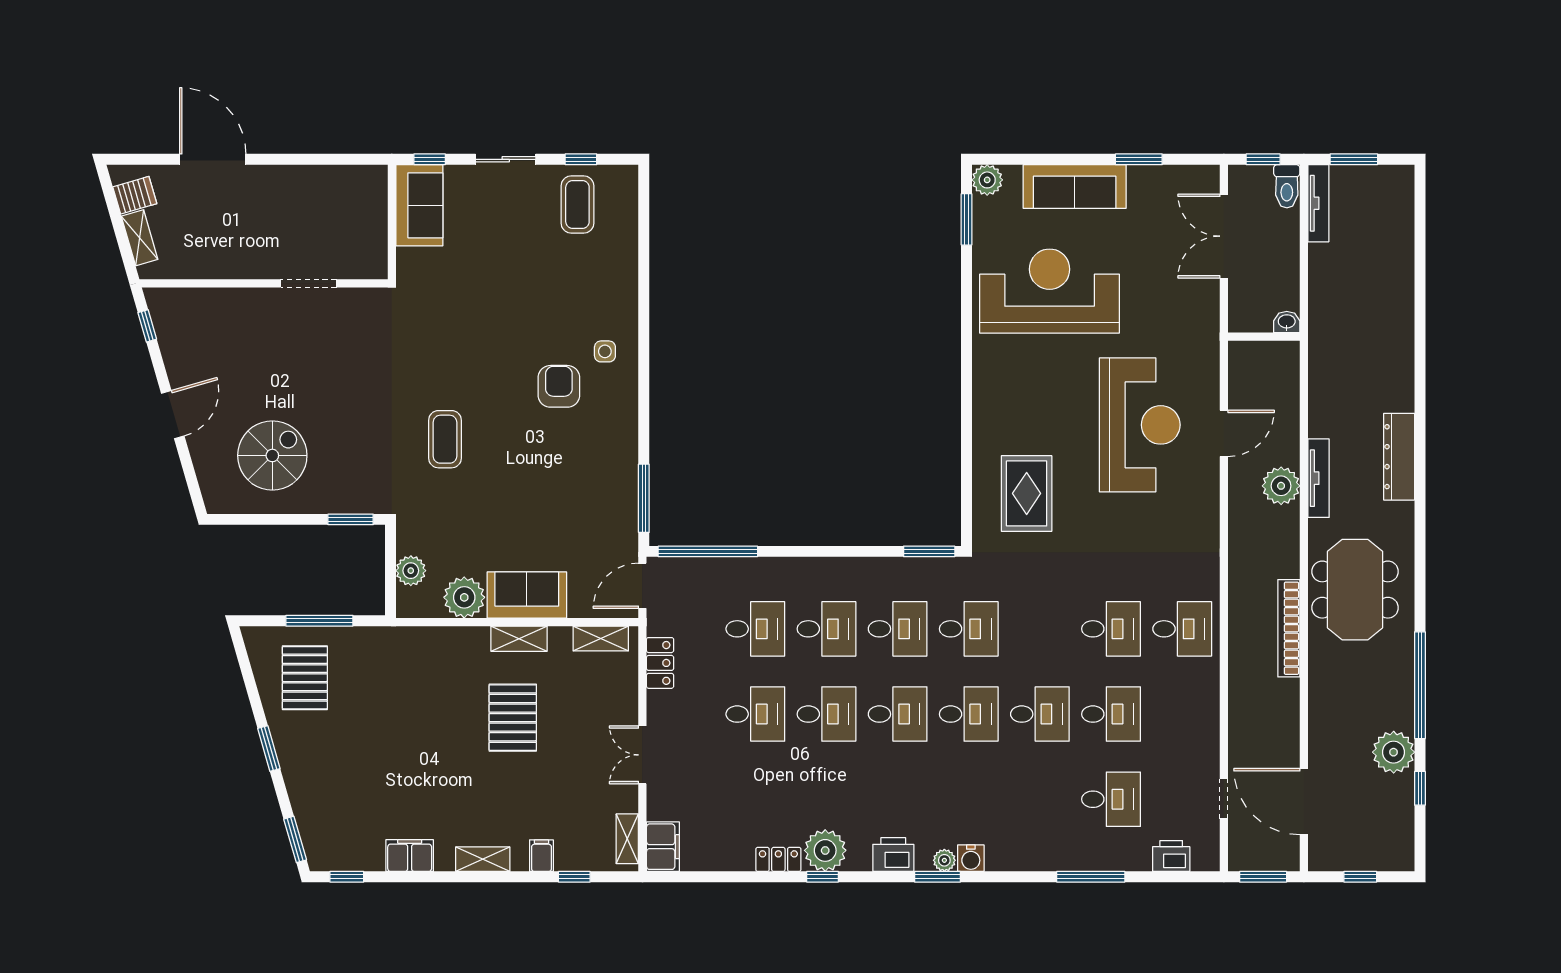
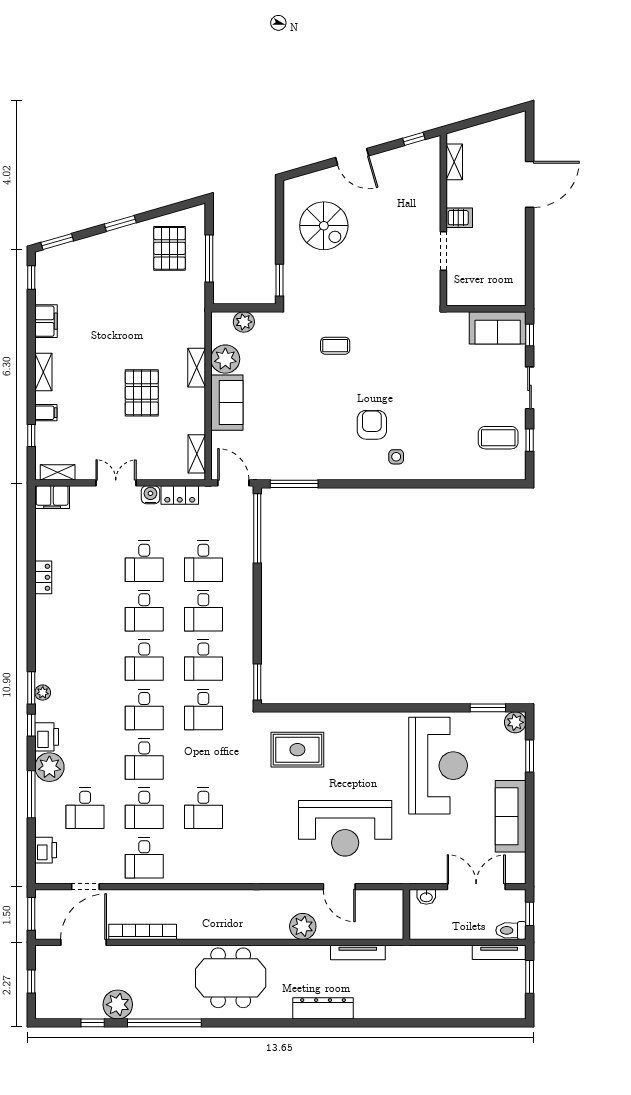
window: (1139, 159) -> (530, 756), moved
sofa: (1075, 187) -> (511, 816), moved
server rack: (135, 195) -> (459, 218), moved, turned -74
shelving: (140, 238) -> (454, 162), moved, turned -74
washbasin: (1287, 322) -> (426, 897), moved, turned 90
armchair: (559, 386) -> (372, 425), turned -90
coffee table: (445, 439) -> (335, 346), width x0.73, depth x0.77
tv unit: (1319, 478) -> (358, 952), moved
bookcase: (1289, 628) -> (143, 932), moved
desk: (1182, 629) -> (144, 858), moved
shelving: (519, 639) -> (197, 368), moved
pallet: (305, 678) -> (169, 248), turned 90
pallet: (513, 718) -> (142, 393), turned 90
plant: (825, 850) -> (49, 767), moved
printer: (893, 854) -> (47, 737), moved
water cooler: (971, 858) -> (150, 495), moved, turned 90
window: (822, 877) -> (31, 725), moved

